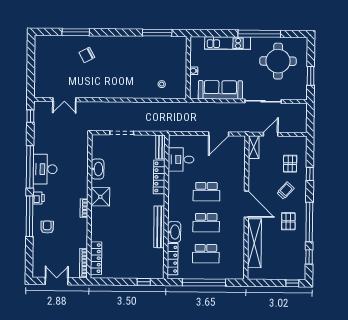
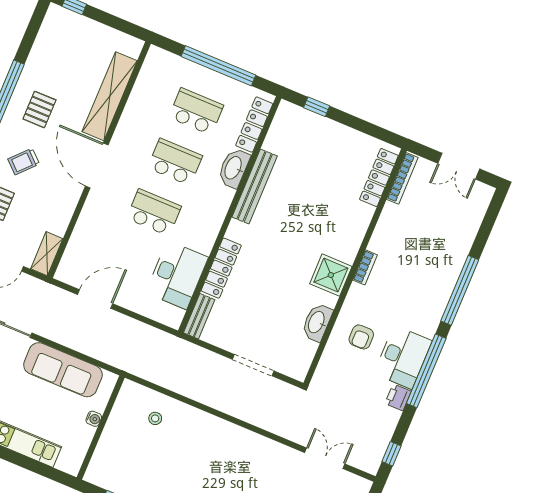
desk: (181, 160) -> (177, 275), width x1.37
printer: (39, 198) -> (398, 397), moved
armchair: (47, 227) -> (361, 337), moved
window: (309, 257) -> (29, 37), removed

